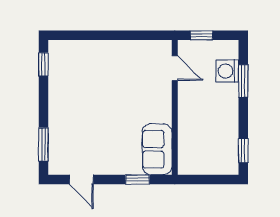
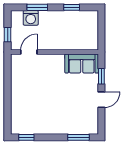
window: (243, 151) -> (72, 7), moved
door: (81, 180) -> (101, 100), moved

